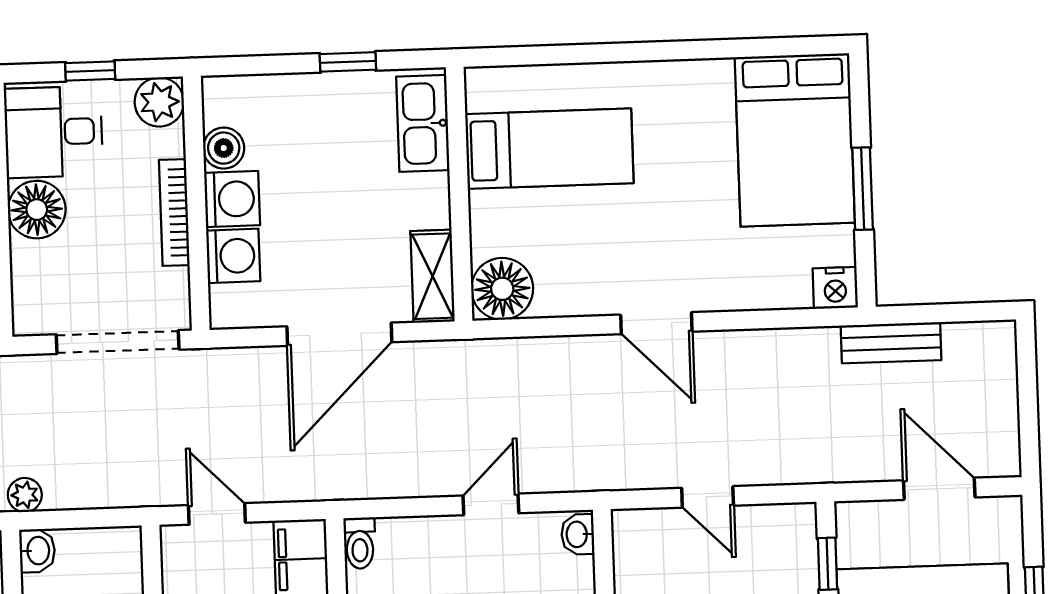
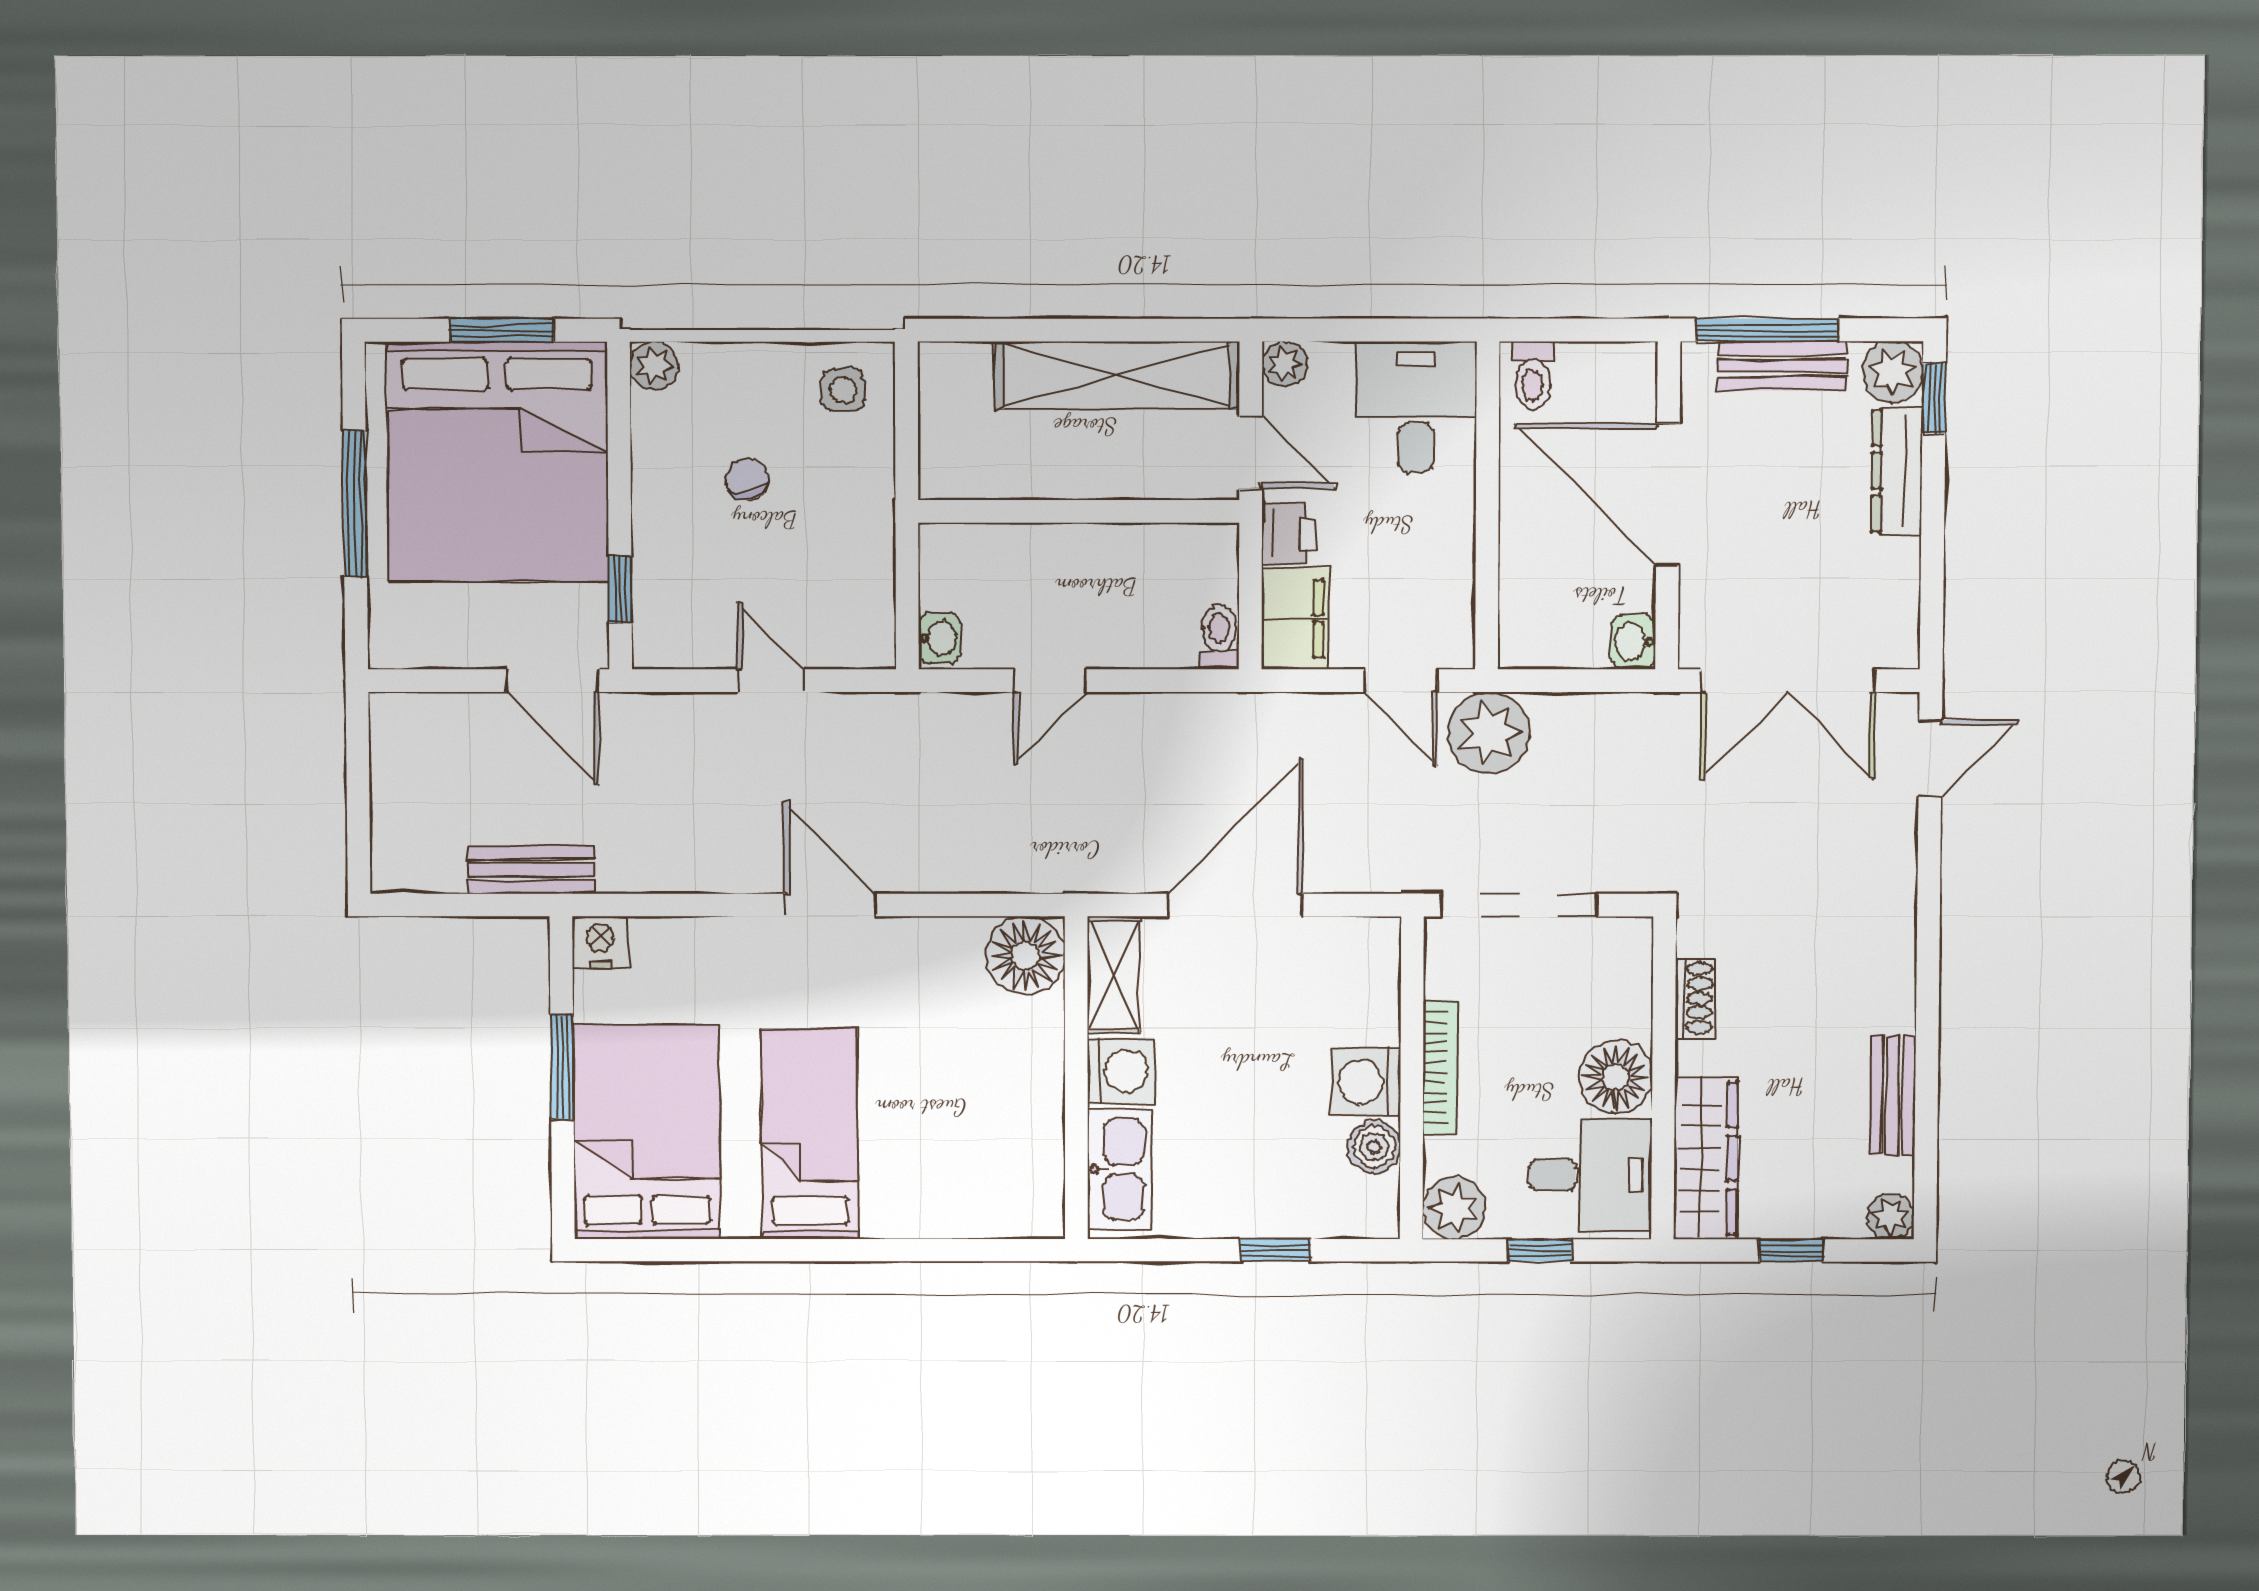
window: (348, 62) -> (1275, 1250), moved
bed: (549, 149) -> (810, 1134), moved, turned 90
washing machine: (233, 256) -> (1121, 1071), moved, turned 180
door: (939, 489) -> (552, 681), moved
plant: (25, 495) -> (1489, 733), moved, width x1.88, depth x1.88

